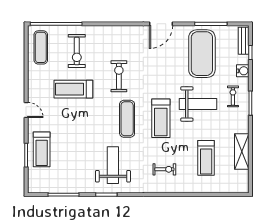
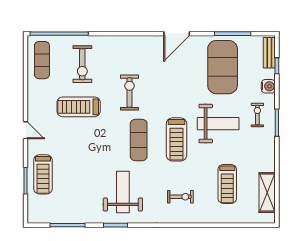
shelving: (242, 151) -> (267, 193), moved

